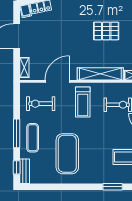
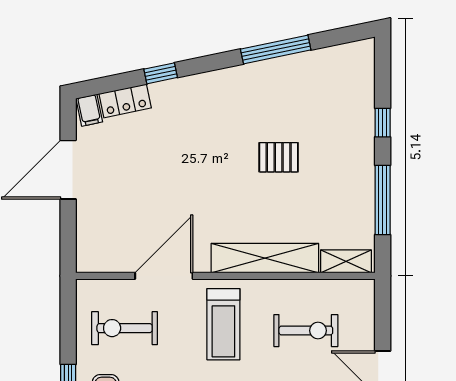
pallet: (106, 31) -> (279, 157), width x0.67, depth x0.71
shelving: (24, 68) -> (86, 243), removed

